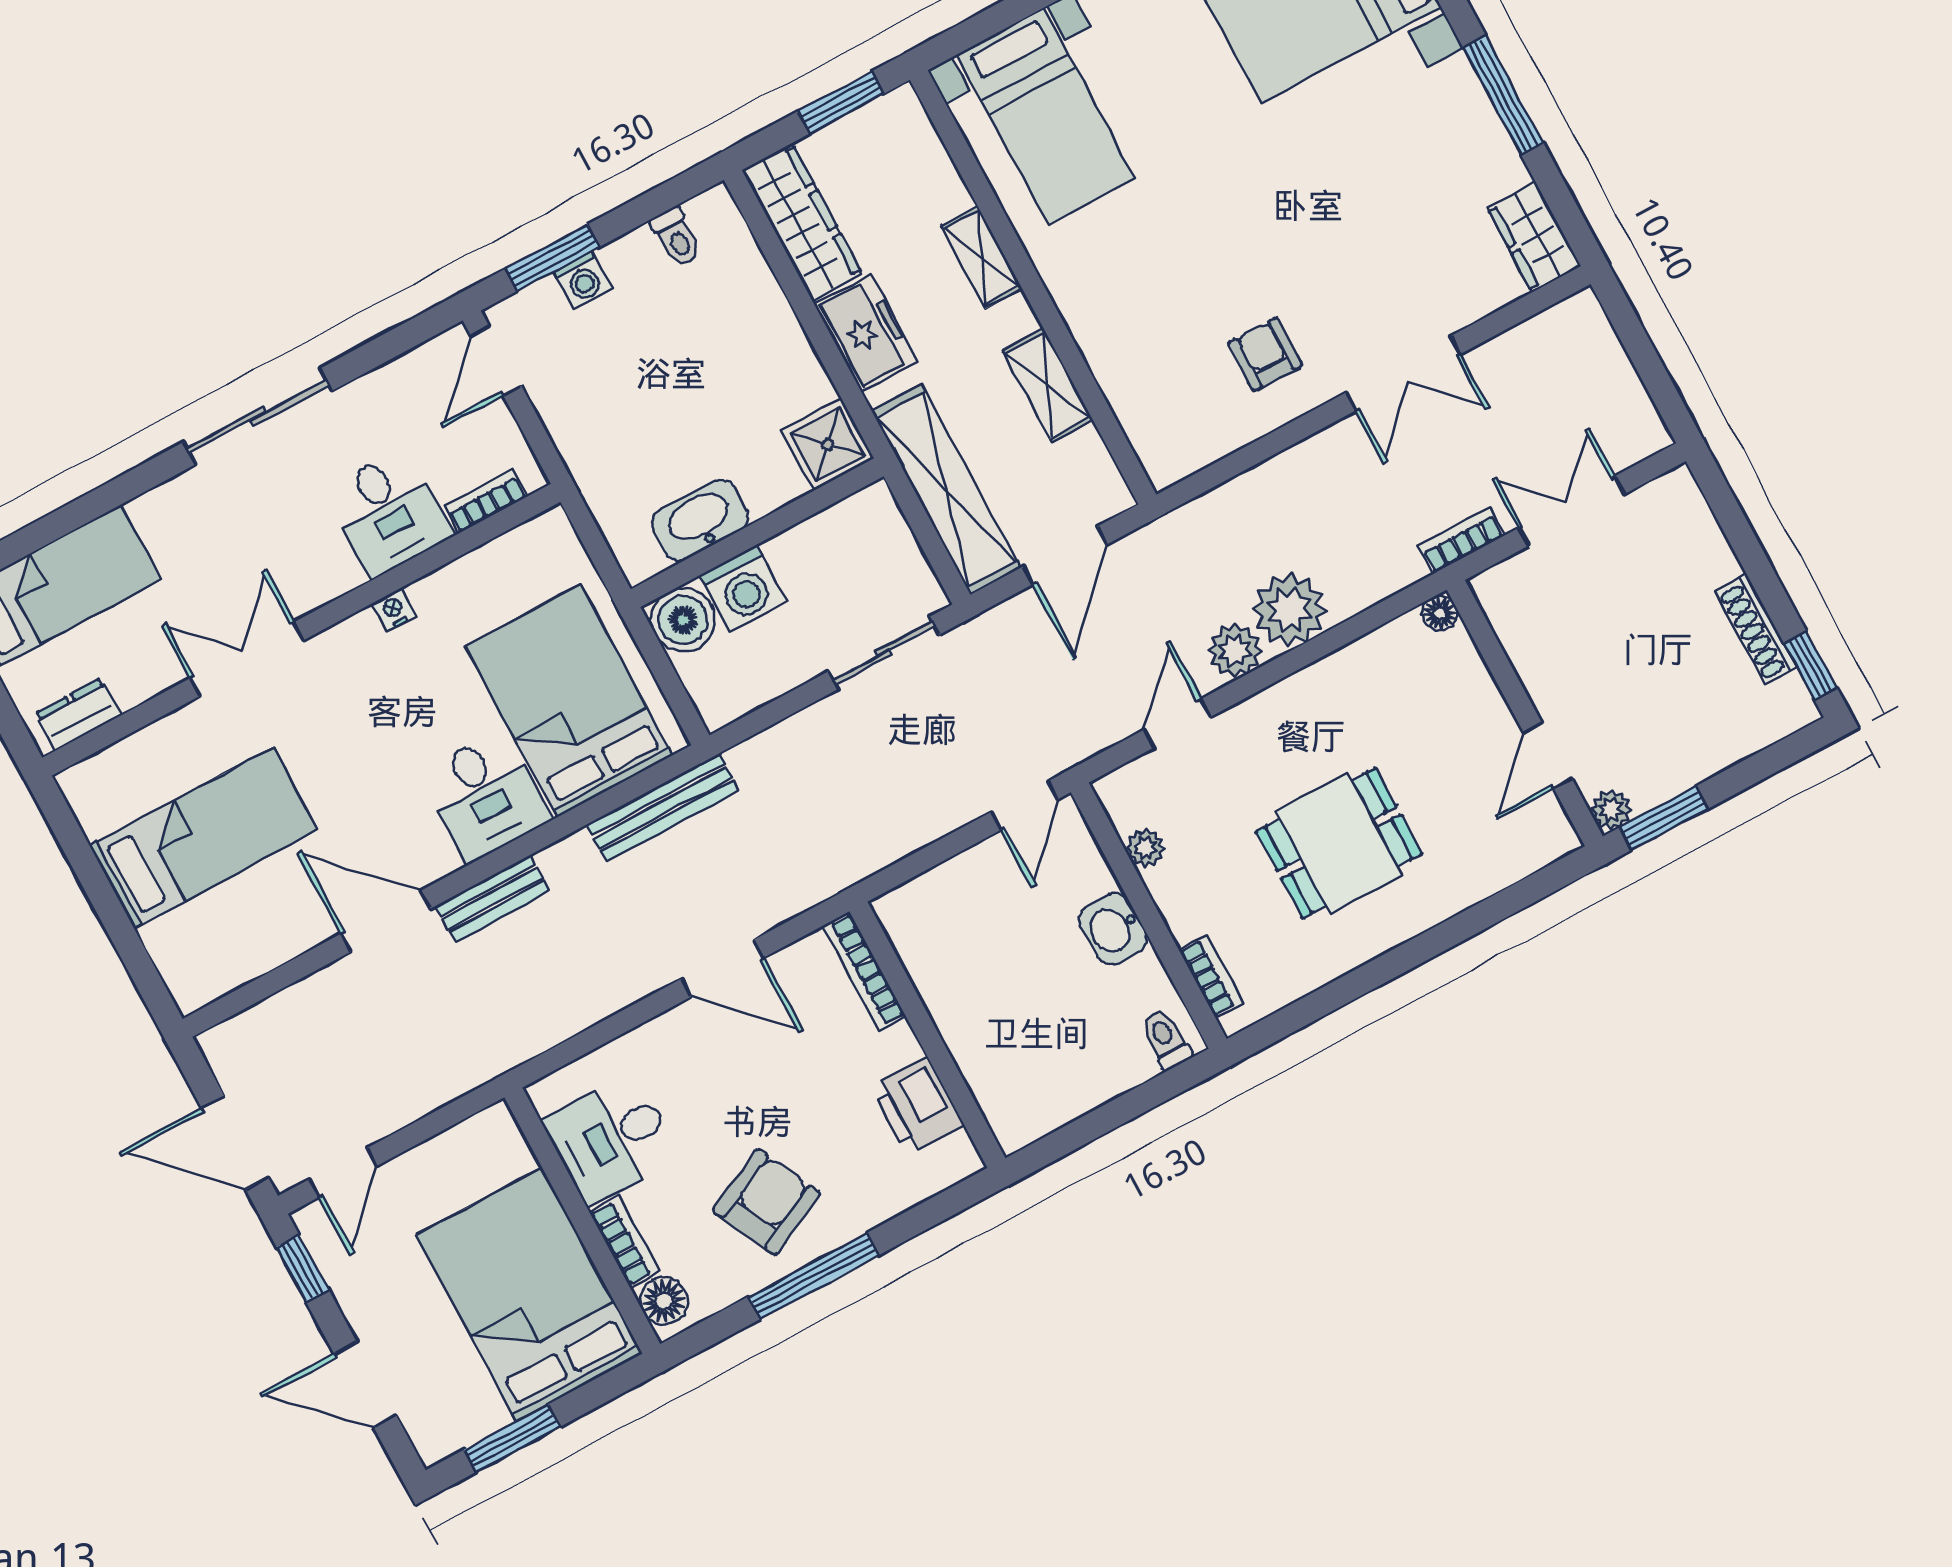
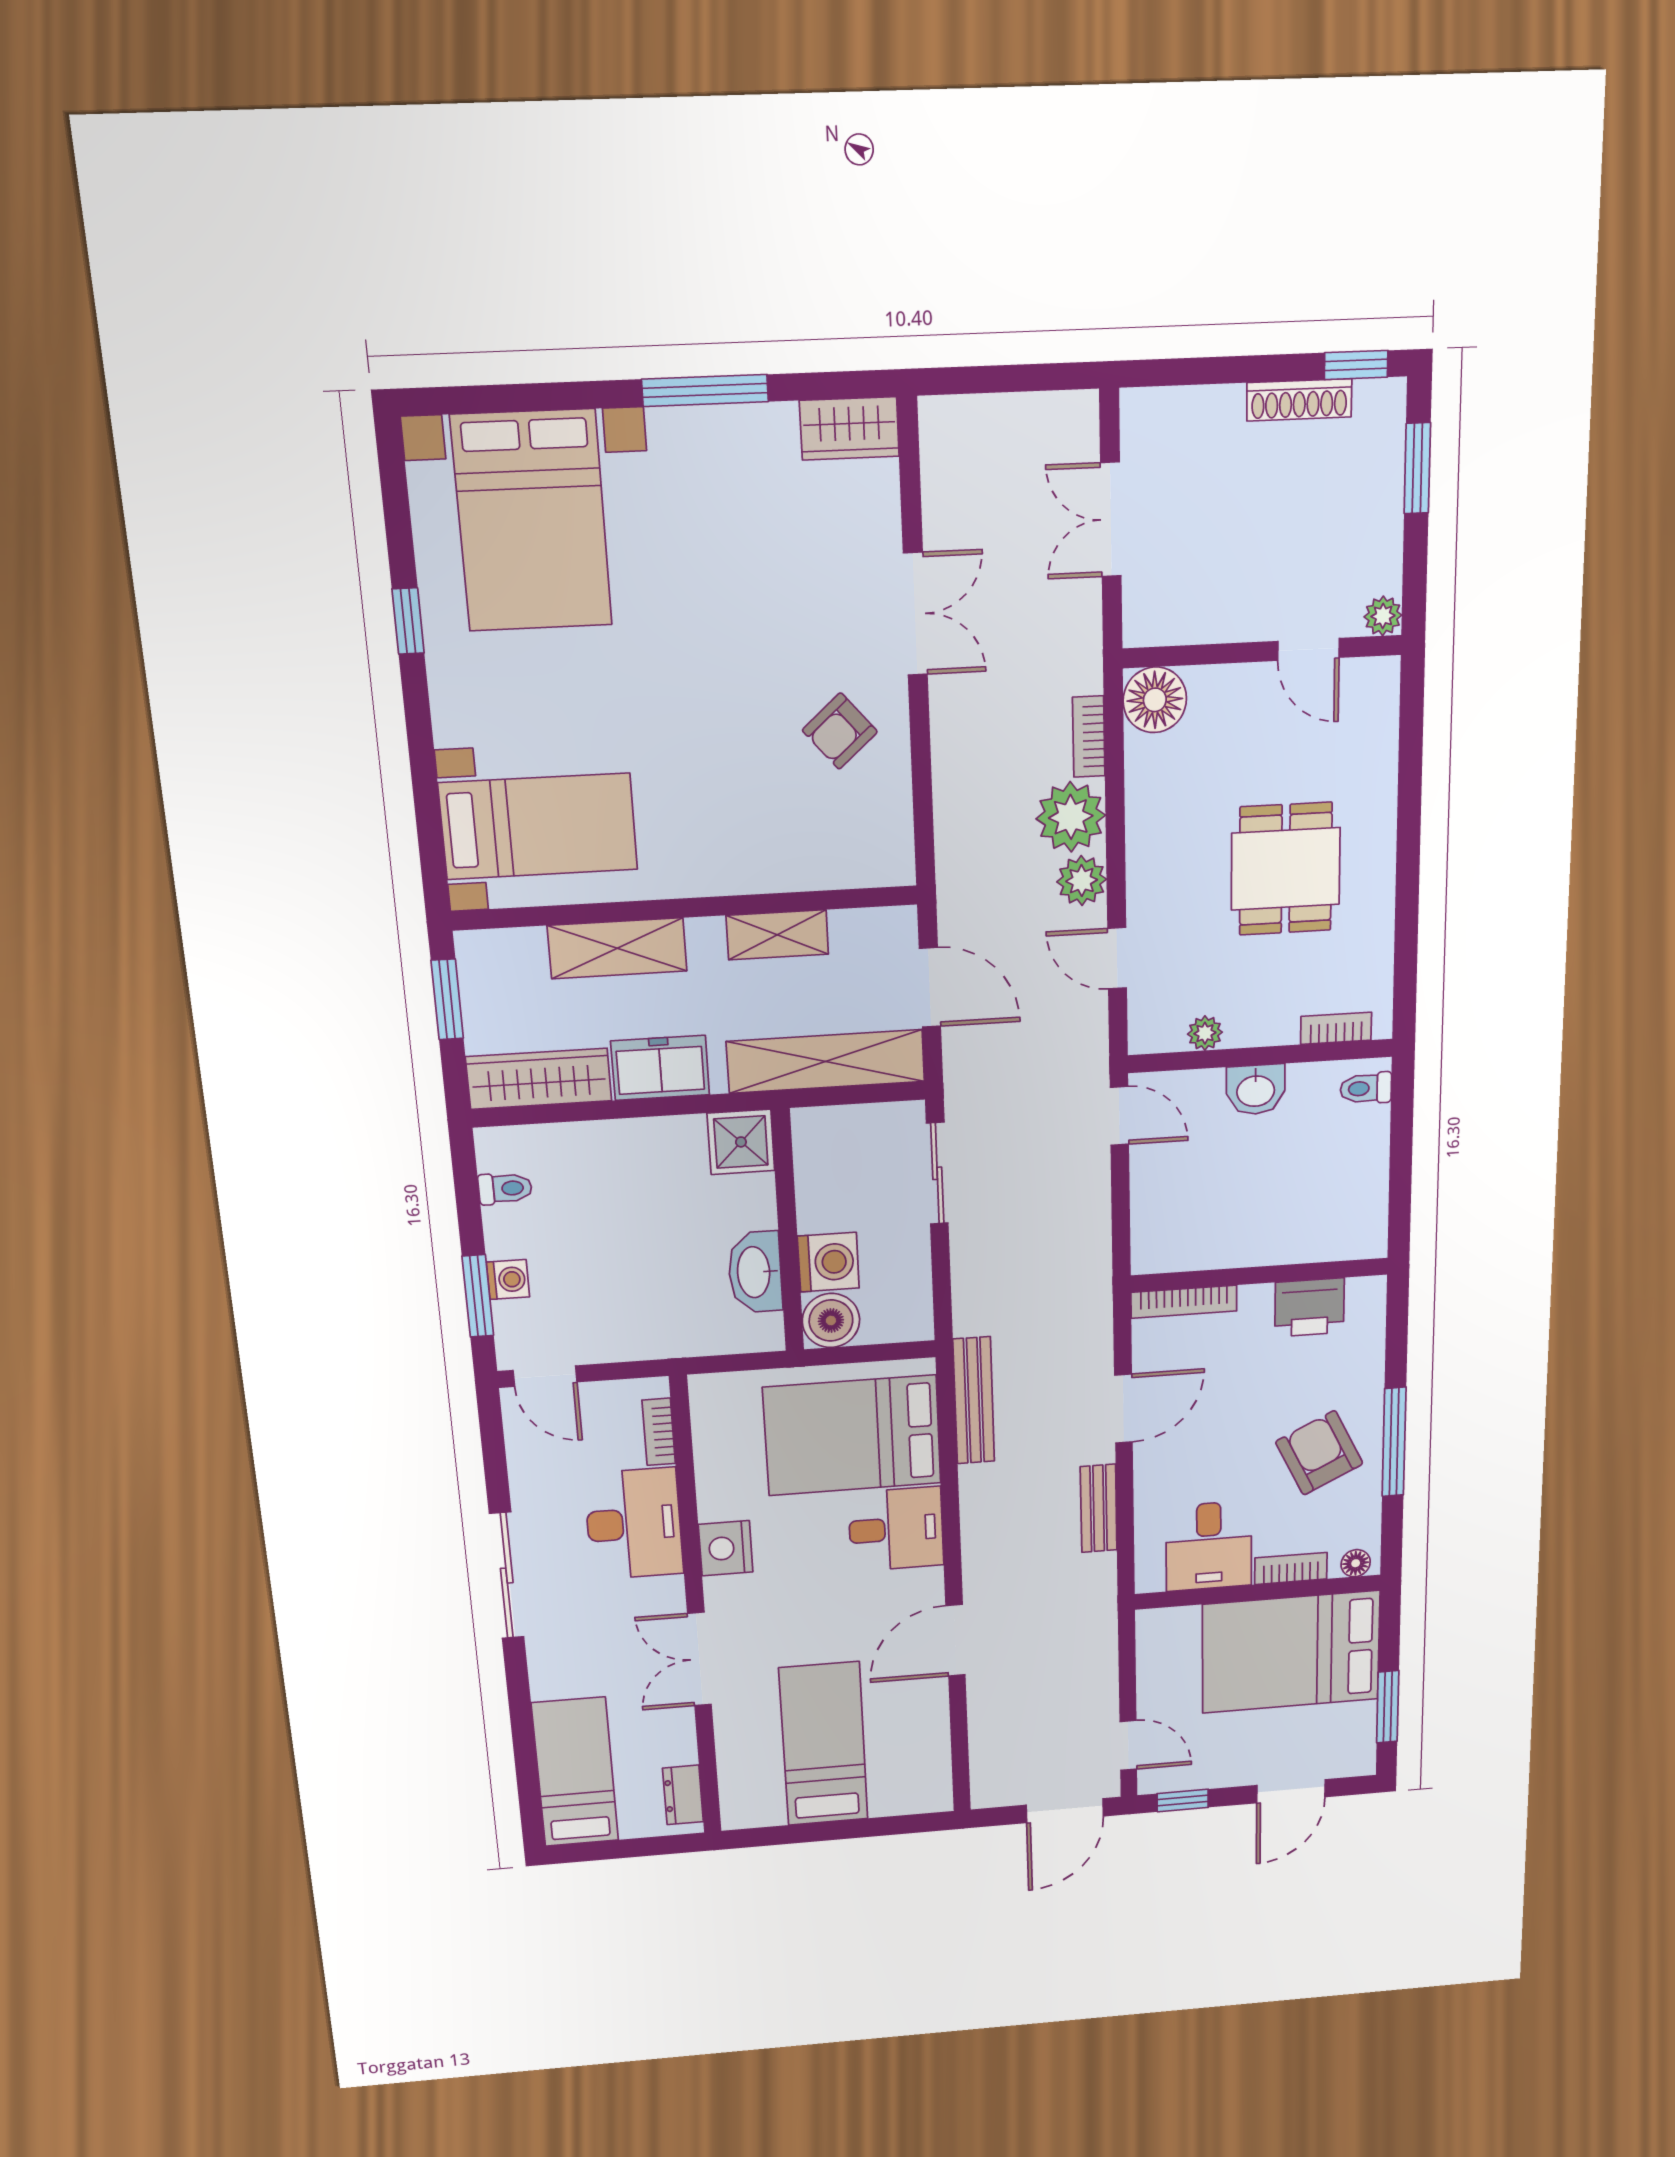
shelving: (982, 257) -> (617, 948), width x1.50, depth x1.33
armchair: (1265, 354) -> (840, 731), turned -41
desk: (389, 513) -> (634, 1524), width x1.37
bookcase: (1461, 540) -> (1089, 737), moved
nightstand: (394, 610) -> (726, 1548), width x1.89, depth x1.79
floor lamp: (1440, 613) -> (1155, 700), width x1.89, depth x1.89
window: (1664, 818) -> (1417, 468), moved
bench: (492, 898) -> (1099, 1508), moved
floor lamp: (664, 1301) -> (1356, 1563), width x0.73, depth x0.73

